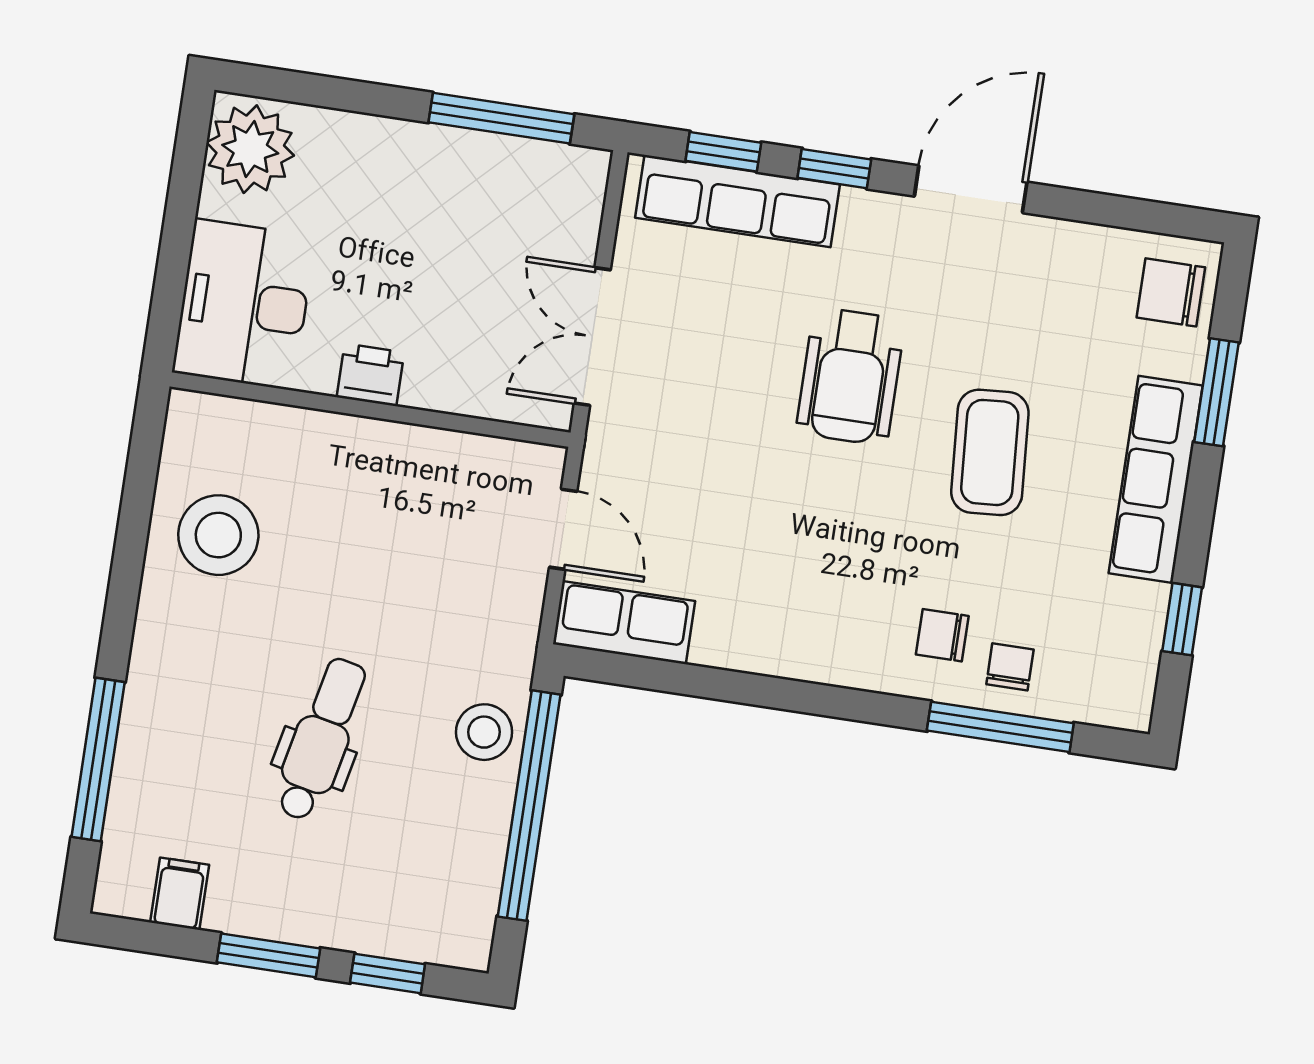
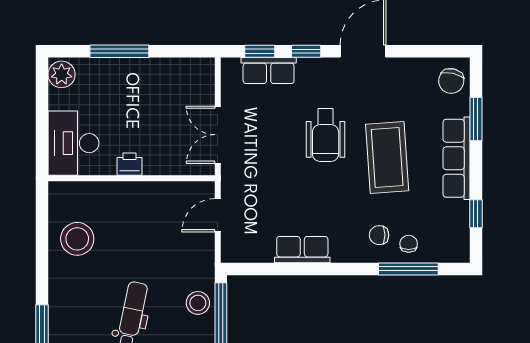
window: (501, 118) -> (119, 51), moved
plant: (250, 149) -> (62, 74), width x0.73, depth x0.73
row of seats: (737, 201) -> (269, 70), width x0.68
chair: (1171, 292) -> (451, 81), turned -77
coffee table: (990, 452) -> (387, 158), width x1.36, depth x1.32
door: (563, 529) -> (218, 215), swing flipped
row of seats: (624, 623) -> (302, 250), moved

